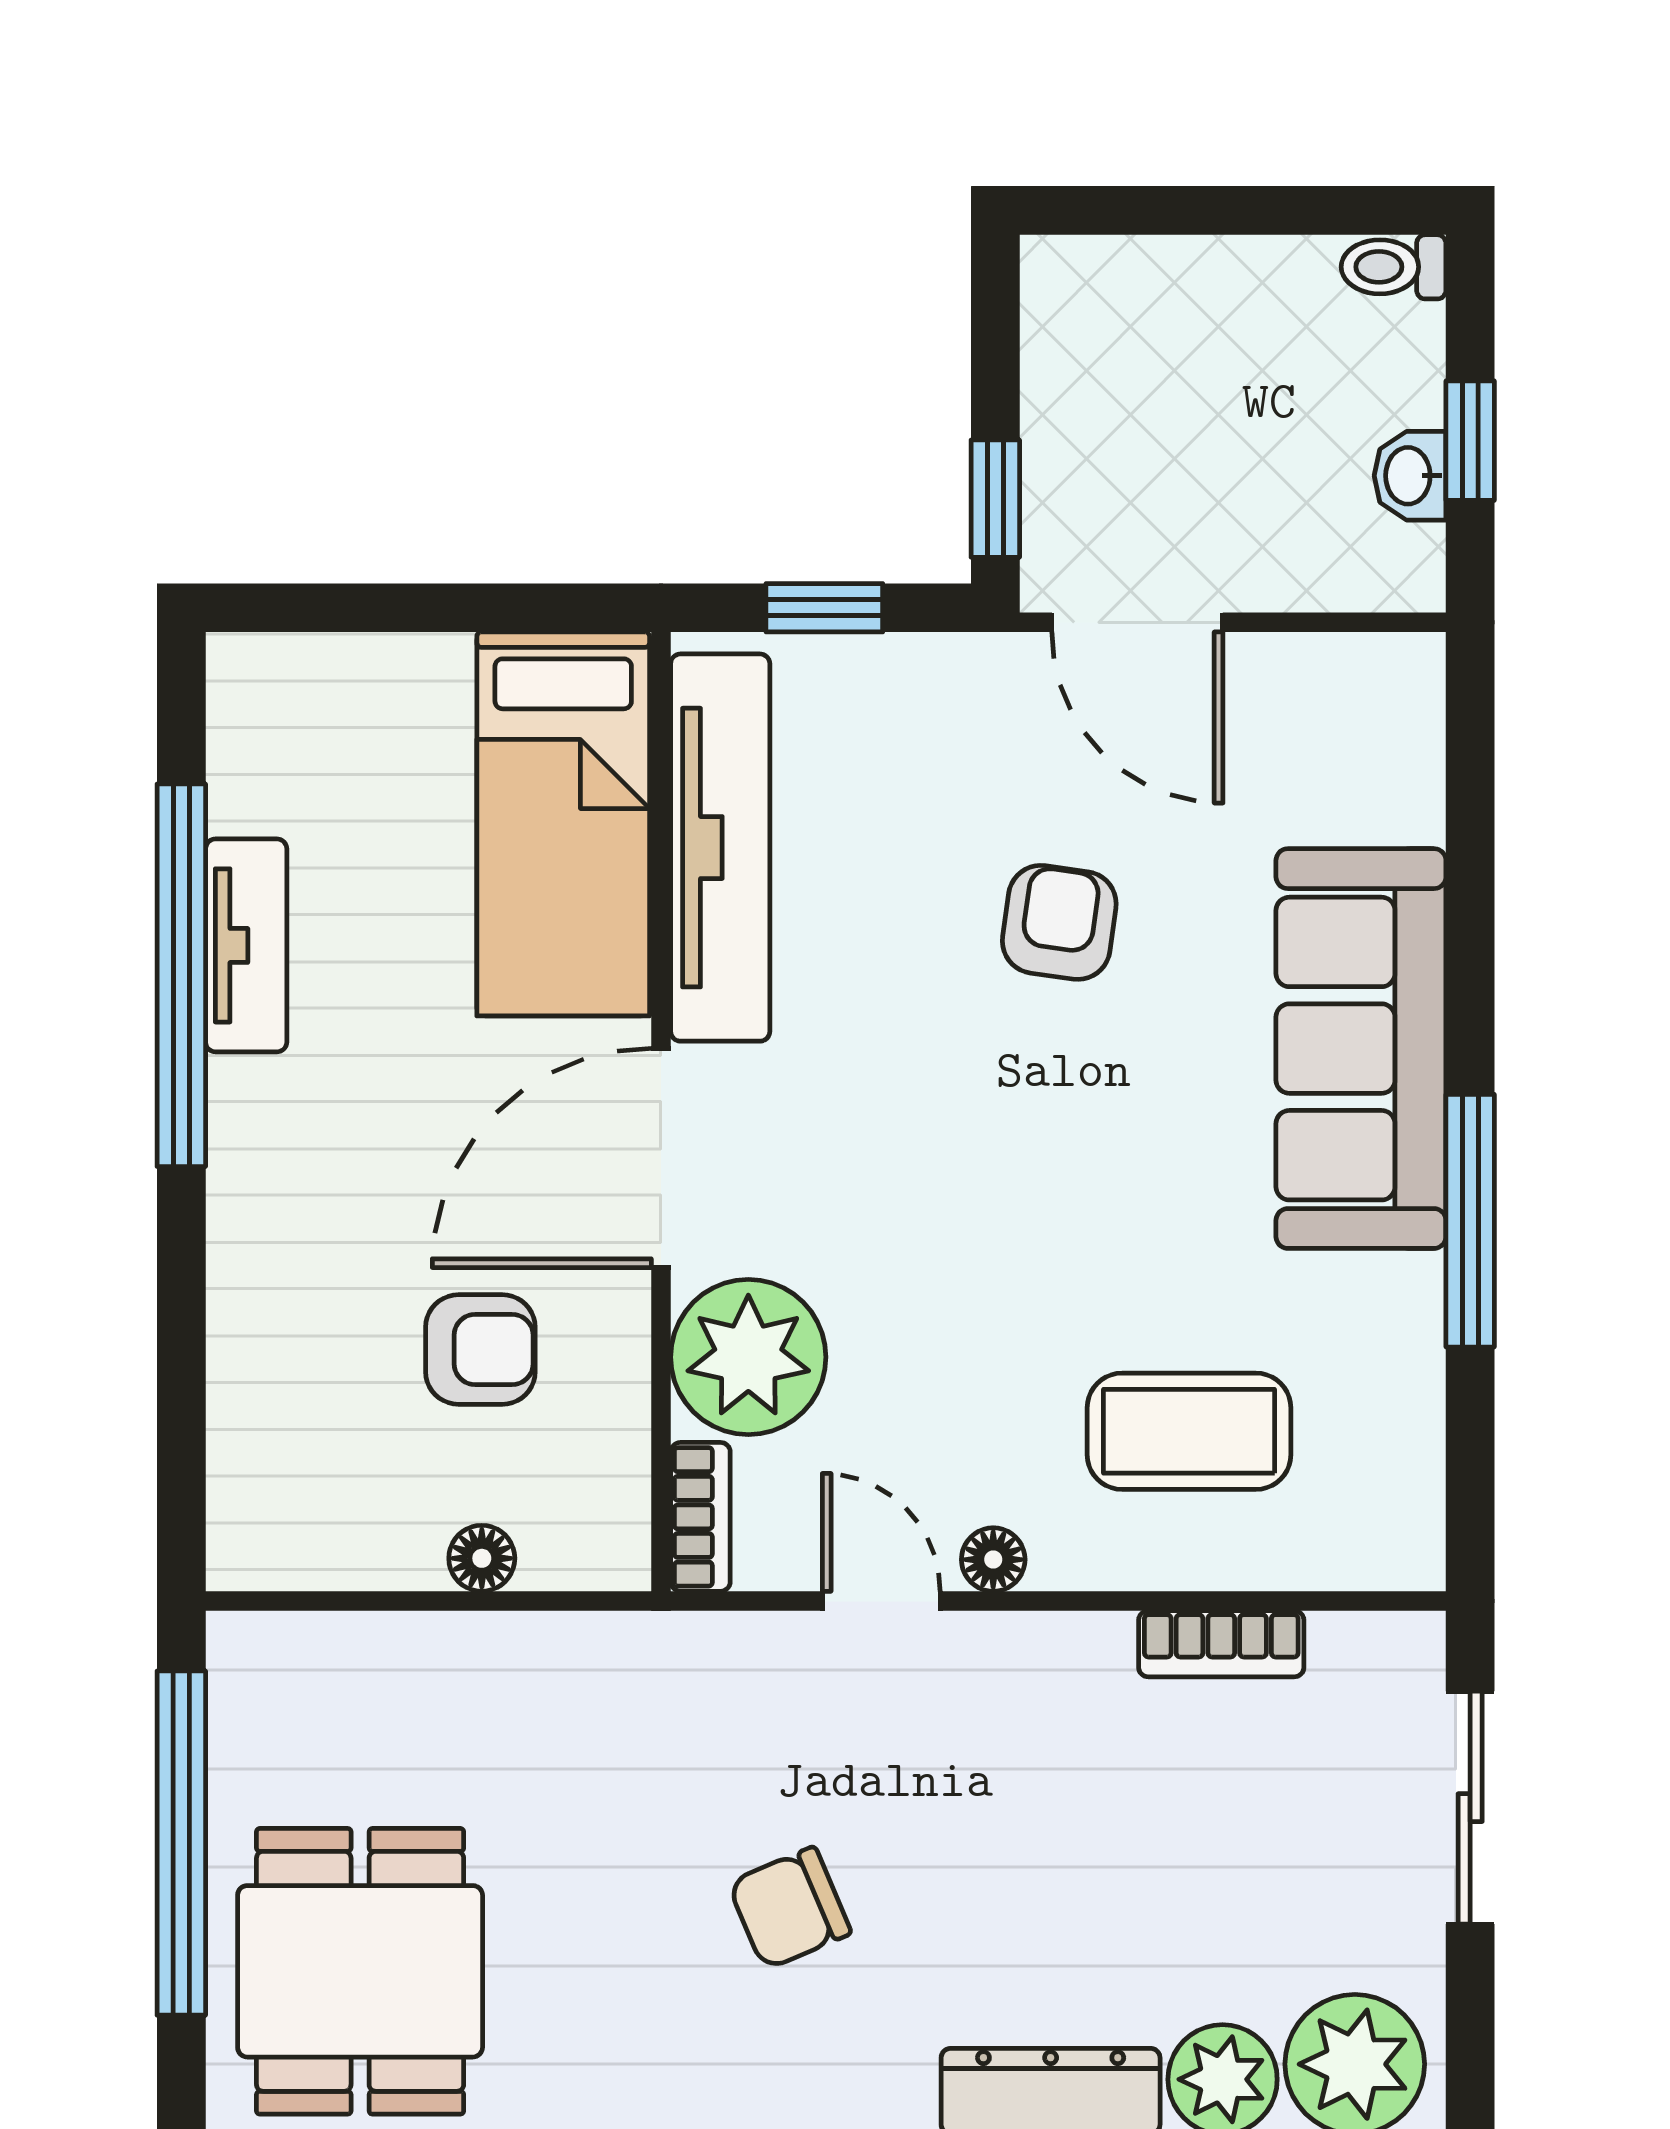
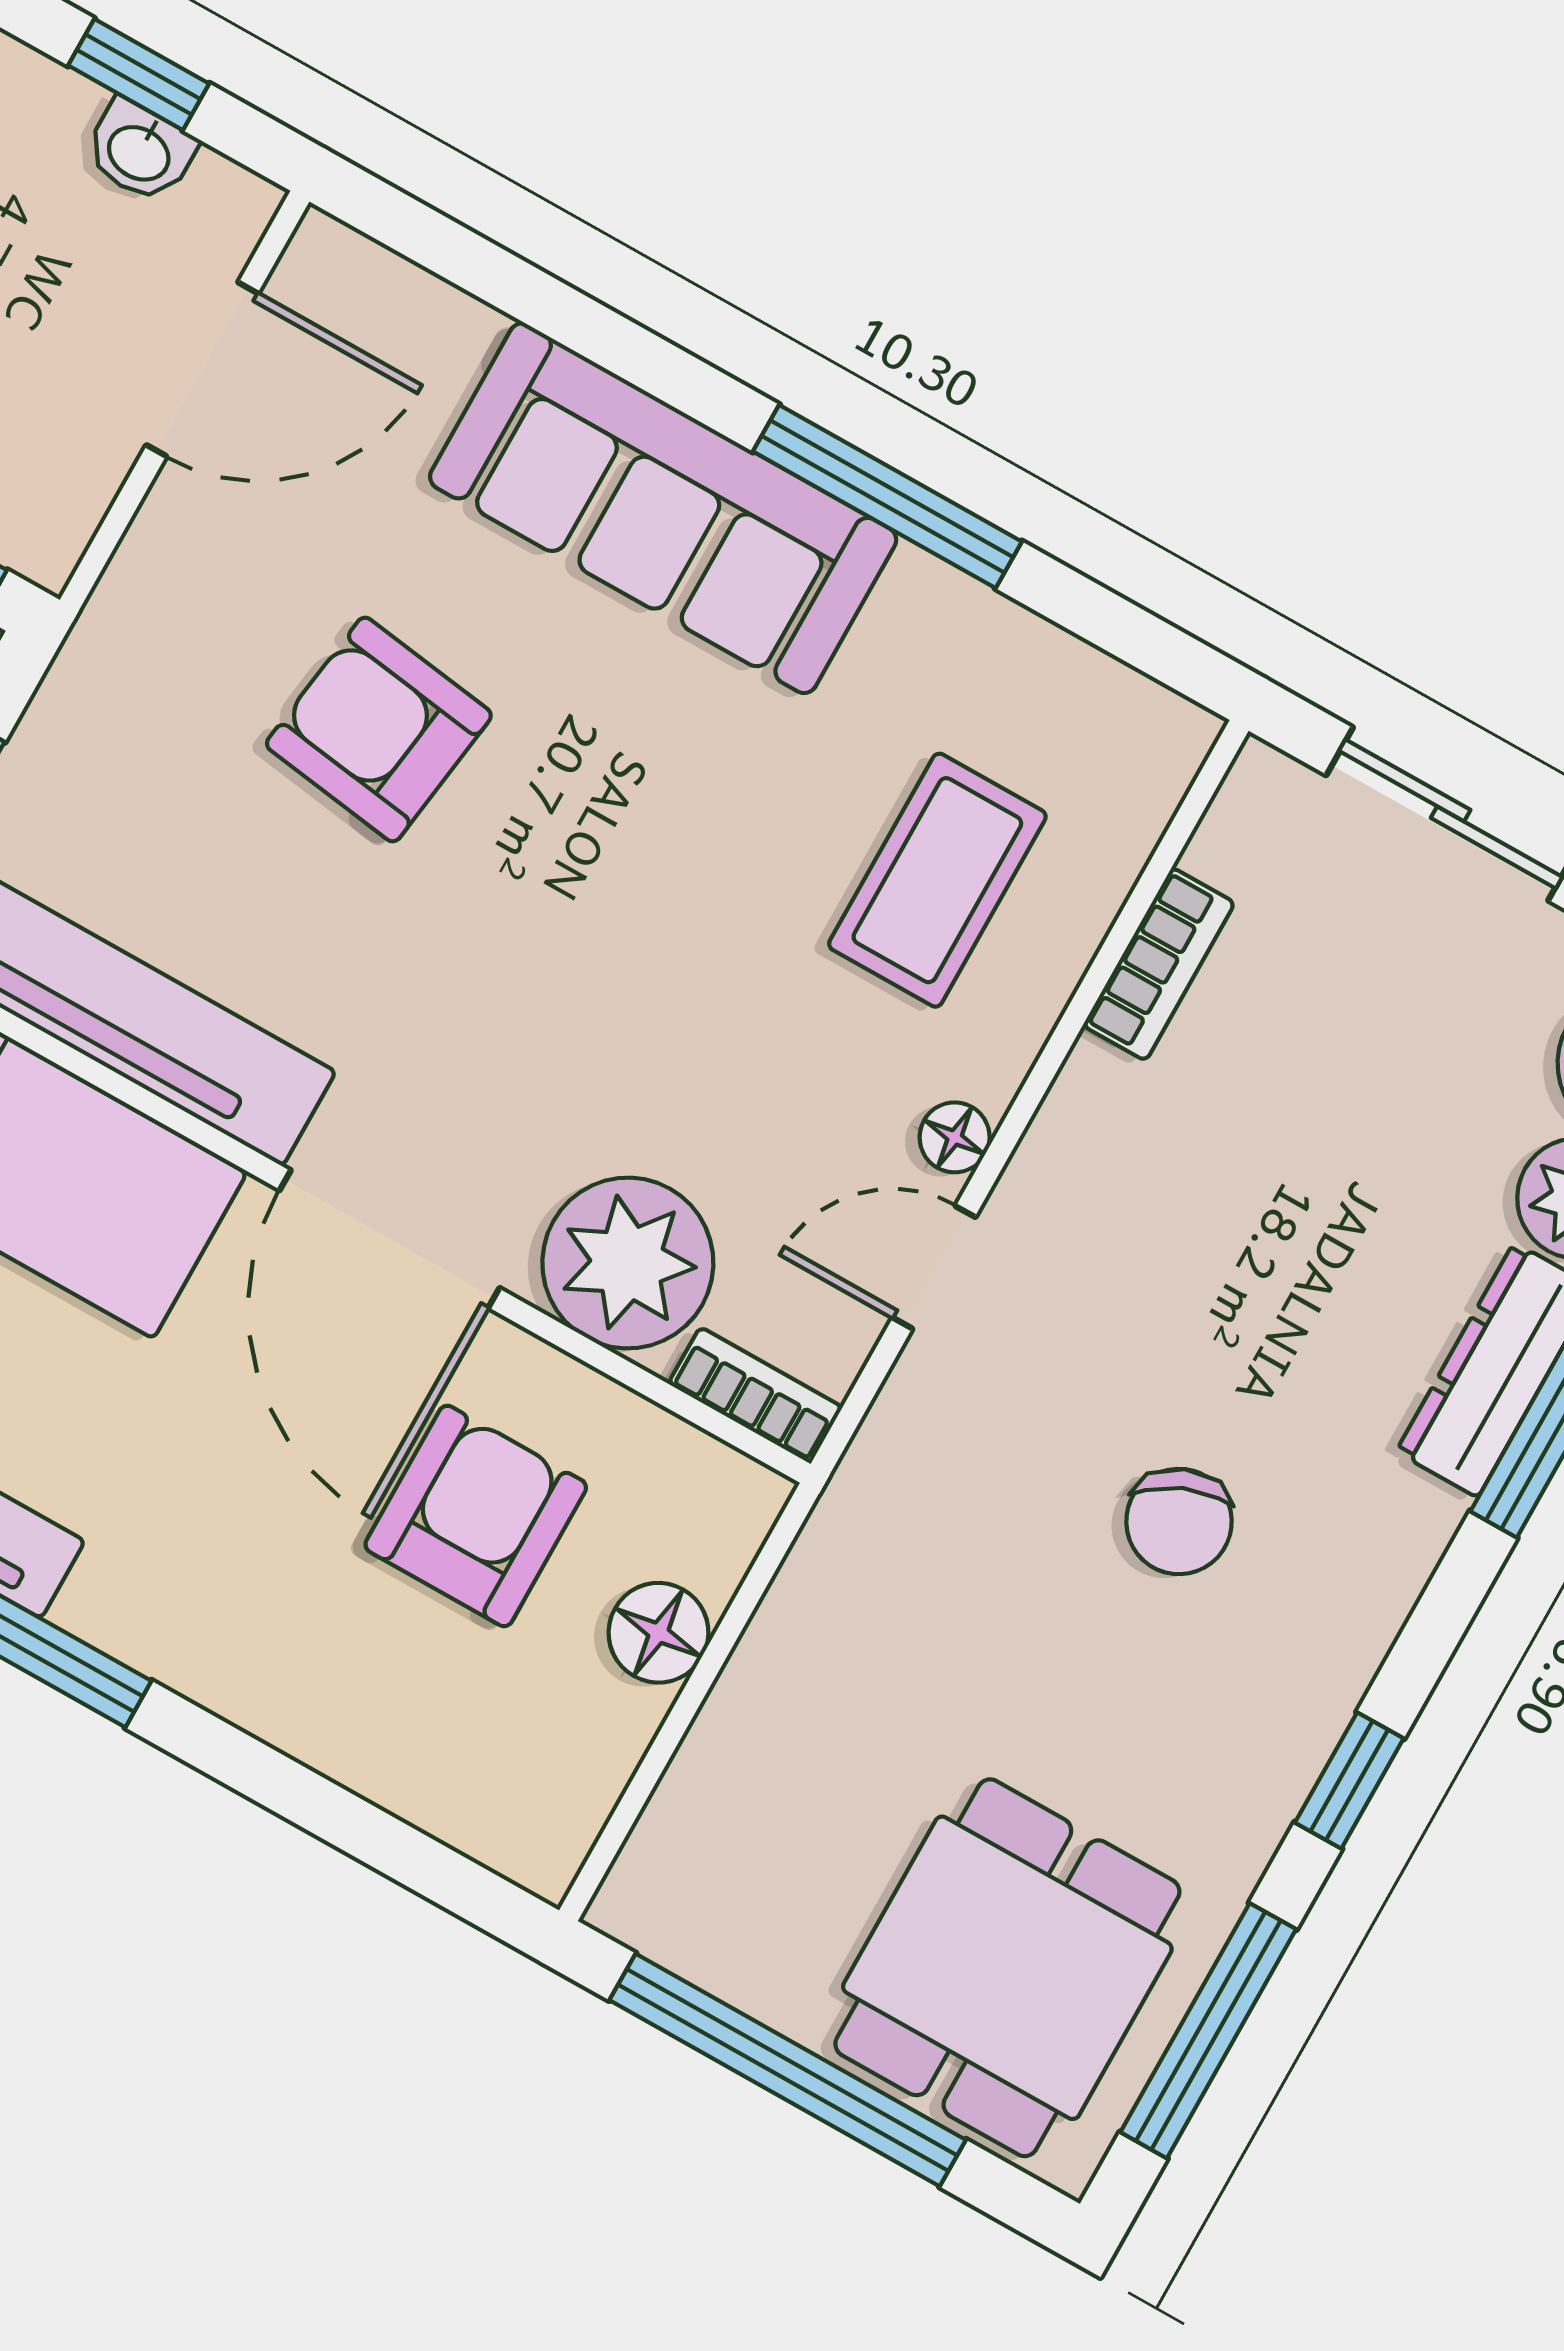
door: (1137, 622) -> (202, 369), moved
armchair: (1059, 922) -> (379, 729), width x1.38, depth x1.38
armchair: (480, 1349) -> (476, 1516), width x1.38, depth x1.38
floor lamp: (482, 1558) -> (658, 1633), width x1.37, depth x1.37
dining table: (360, 1971) -> (1007, 1968), turned 90

